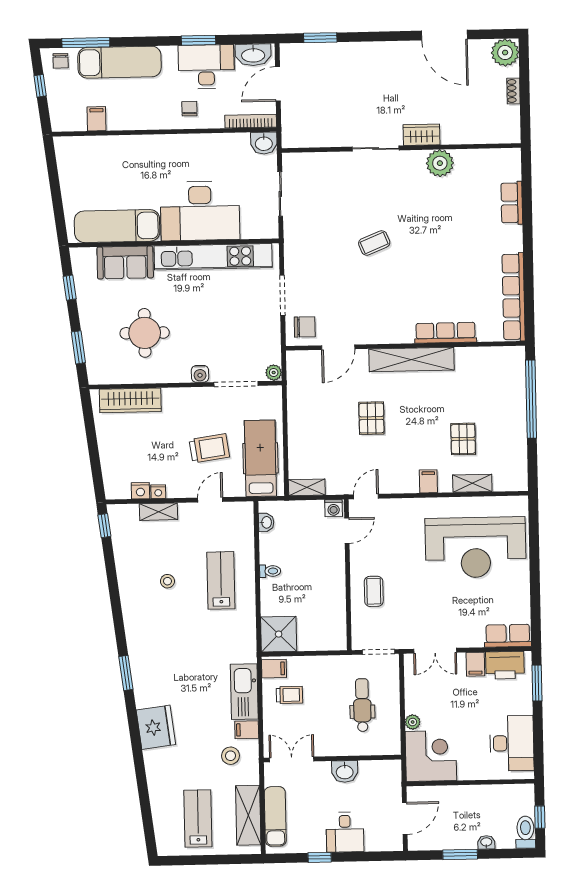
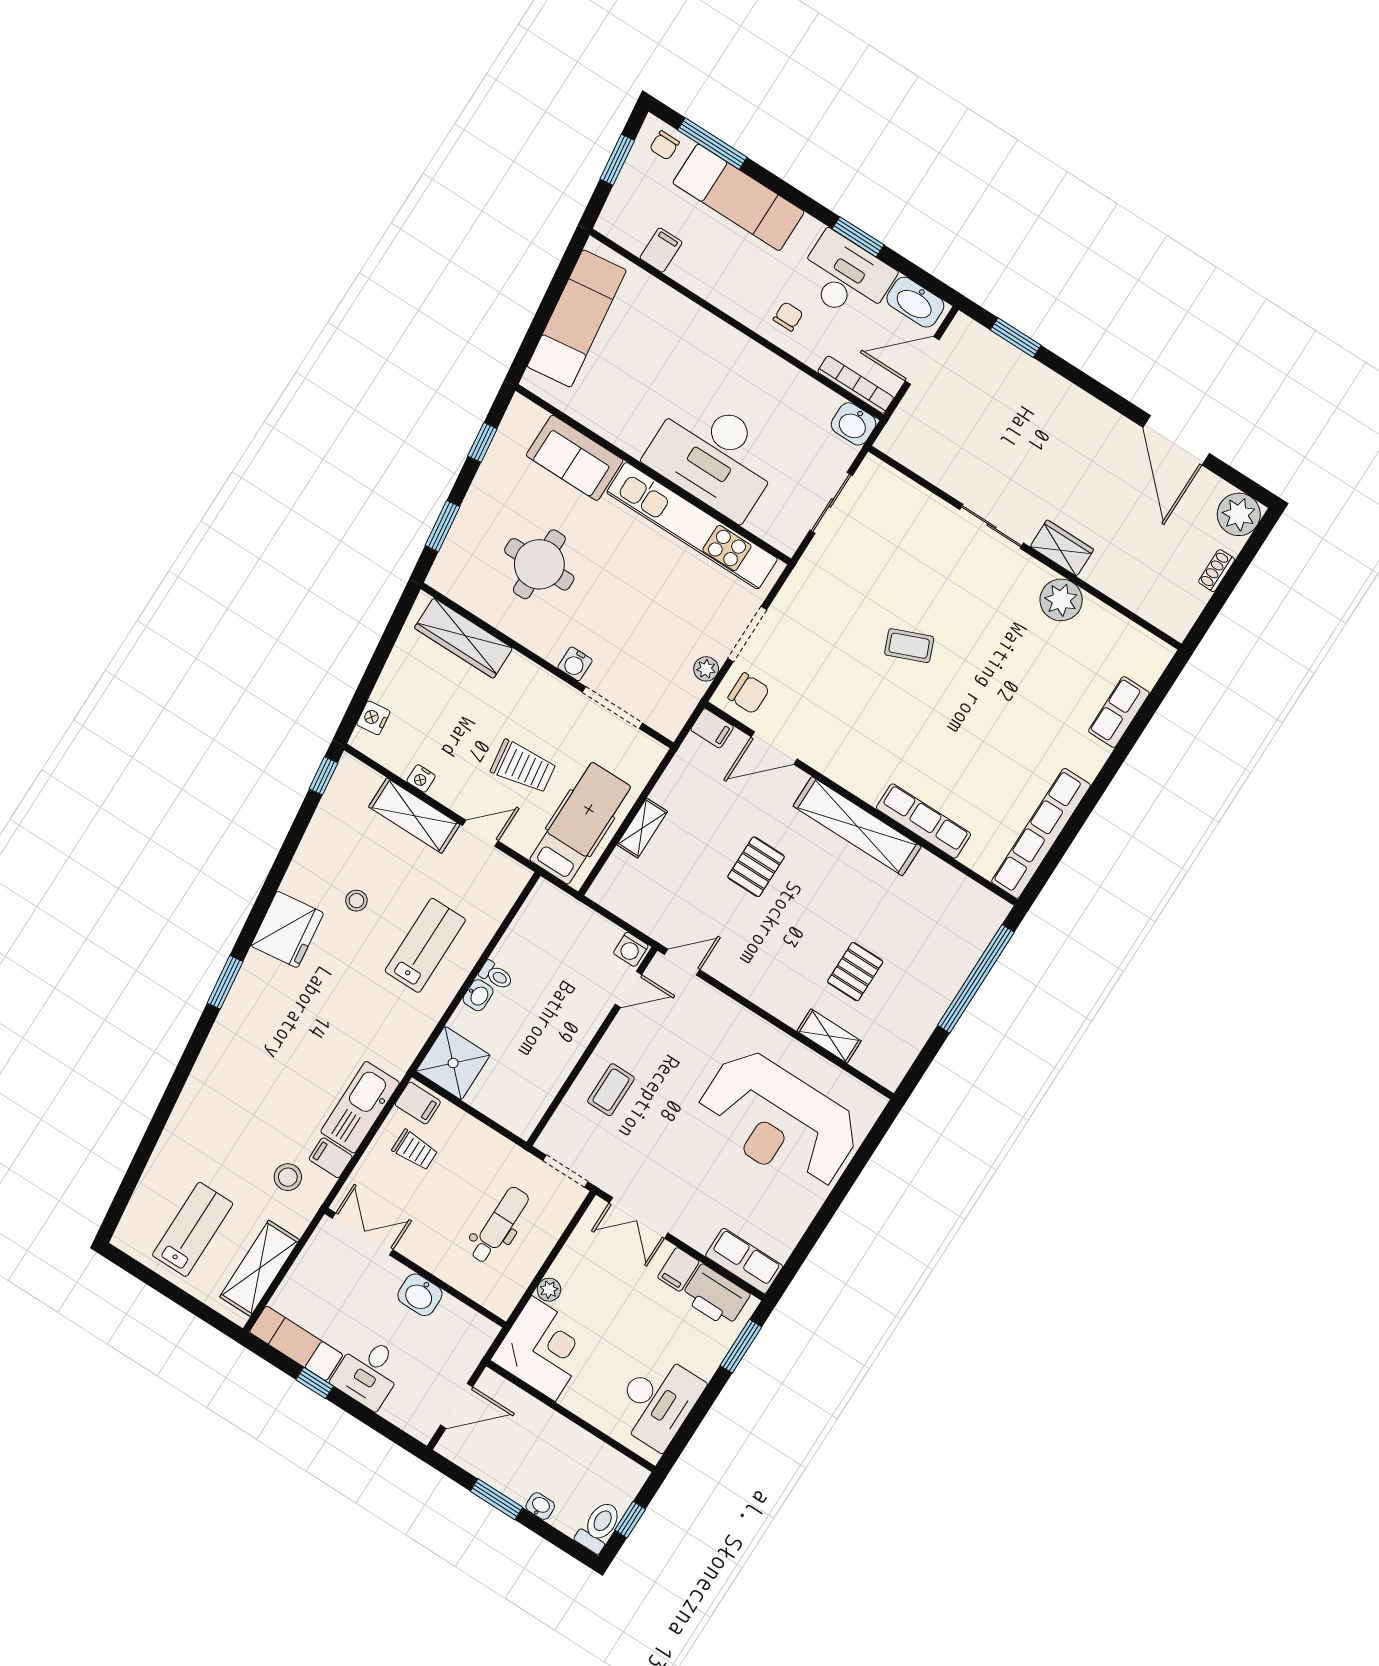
window: (40, 86) -> (617, 160), width x1.50
exam couch: (117, 226) -> (577, 318), moved, turned 83
plant: (274, 373) -> (706, 669), moved
filing cabinet: (428, 481) -> (712, 728), moved, turned 90
shelving: (307, 487) -> (642, 828), moved, turned 90
nightstand: (140, 491) -> (373, 718), moved, turned 83
shelving: (158, 512) -> (414, 816), width x1.50, depth x1.33
washbasin: (266, 522) -> (478, 995), moved
fridge: (156, 727) -> (287, 929), moved
exam couch: (275, 816) -> (296, 1343), moved, turned -90

